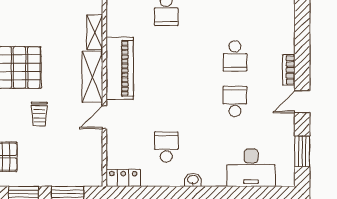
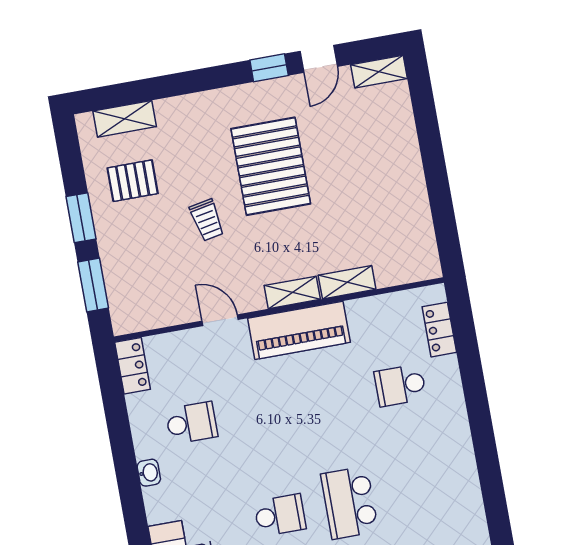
school desk: (235, 56) -> (350, 503), width x1.85
shelving: (92, 77) -> (292, 292), width x0.67, depth x0.75
trolley: (39, 114) -> (207, 220), turned -101

